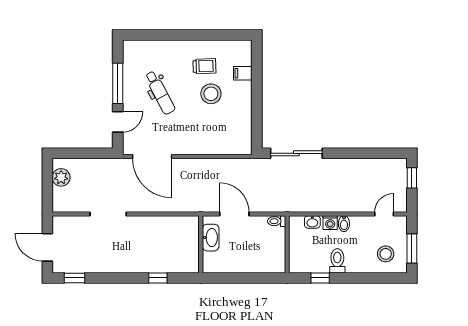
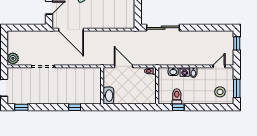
plant: (61, 177) -> (13, 58), moved
washbasin: (211, 238) -> (108, 96), moved
toilet: (337, 261) -> (177, 96), moved

